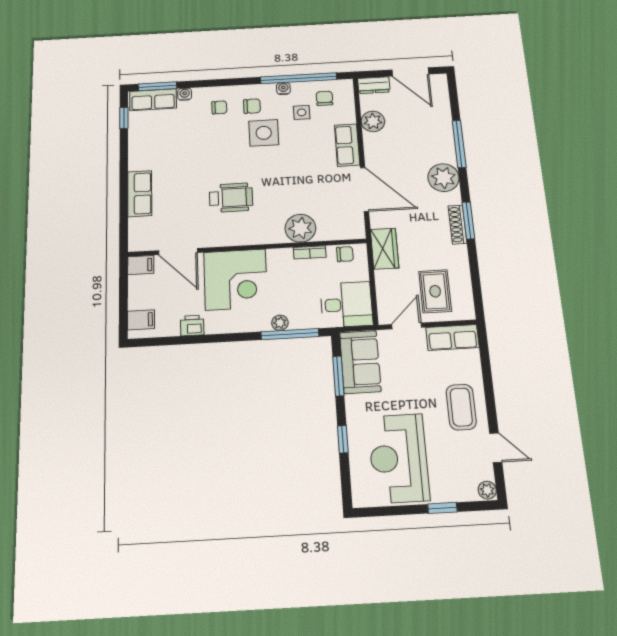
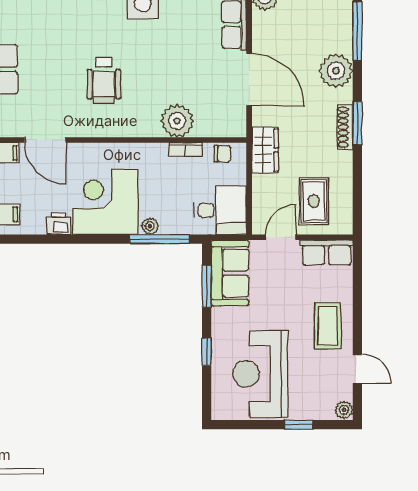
wheelchair: (231, 198) -> (104, 80), turned 90
corner desk: (235, 279) -> (105, 202), moved, turned 180

